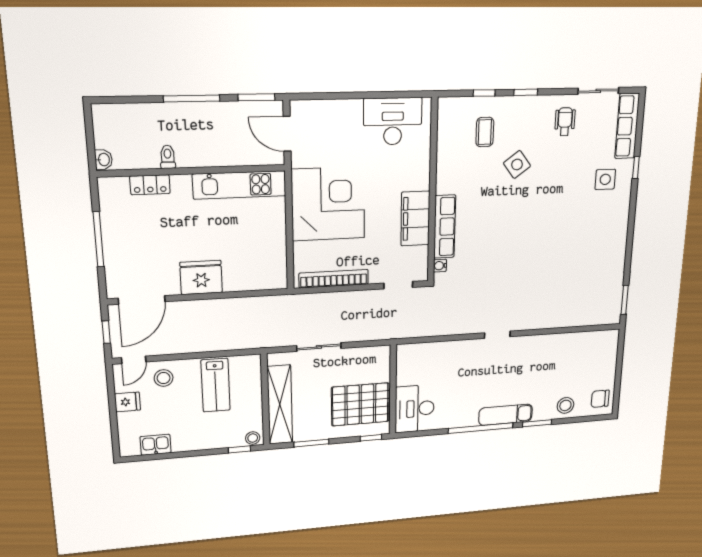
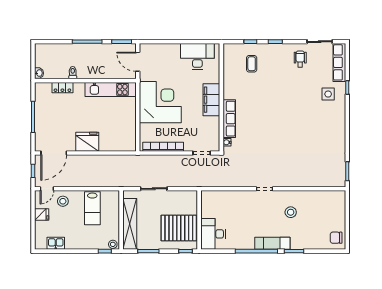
side table: (517, 164) -> (272, 83), removed
filing cabinet: (415, 219) -> (211, 100), moved
stool: (565, 405) -> (291, 212), moved

